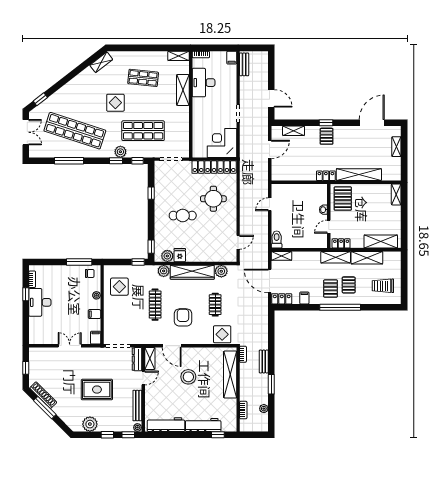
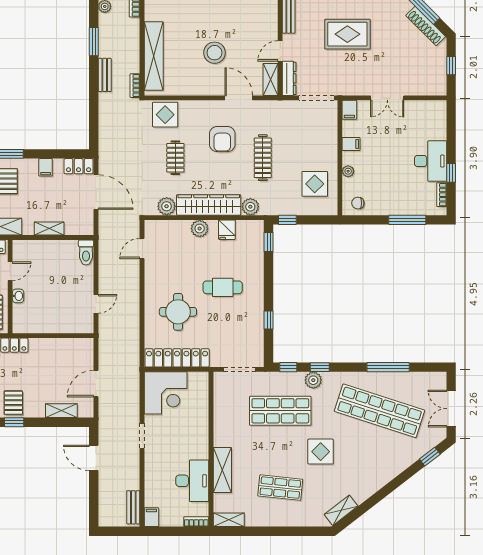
plant: (167, 256) -> (200, 229), moved
shelving: (281, 256) -> (49, 229), moved
window: (79, 262) -> (407, 220), moved

